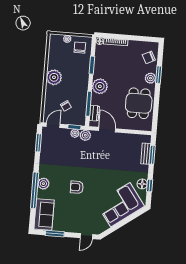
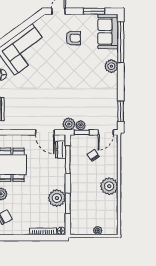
chair: (80, 48) -> (83, 222), removed
plant: (100, 86) -> (57, 198), moved
armchair: (77, 187) -> (73, 38), moved
window: (35, 190) -> (121, 42), moved

